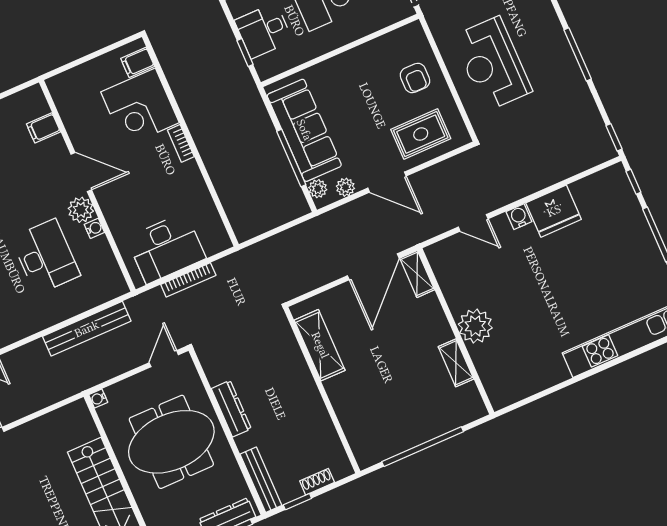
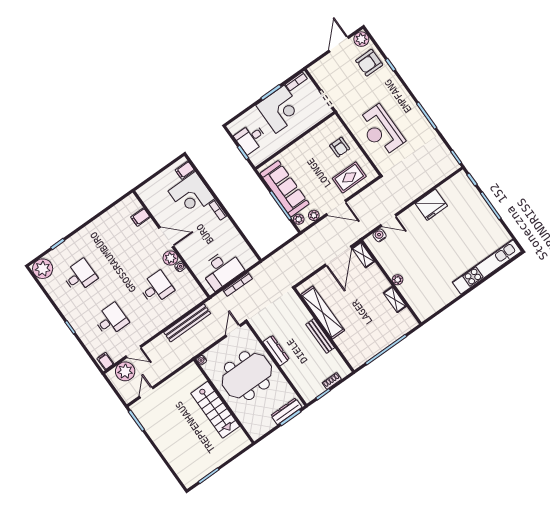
water cooler: (519, 217) -> (380, 235), moved
desk: (46, 257) -> (156, 288), width x0.73
plant: (475, 326) -> (398, 280), width x0.53, depth x0.53
shelving: (320, 345) -> (323, 313), width x1.47
bench: (261, 480) -> (320, 336), moved

